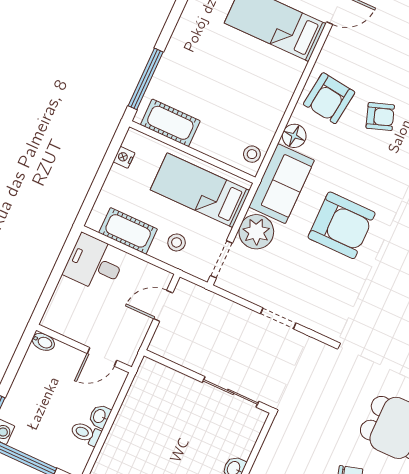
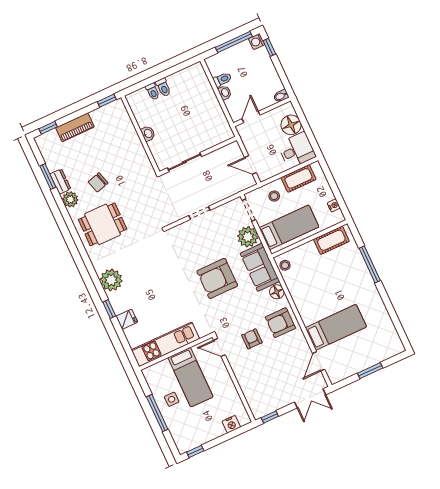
window: (146, 79) -> (370, 264), moved
armchair: (329, 98) -> (280, 323), turned -97
armchair: (380, 117) -> (252, 339), turned 109
floor lamp: (69, 298) -> (291, 125), added
door: (163, 306) -> (250, 165), swing flipped

